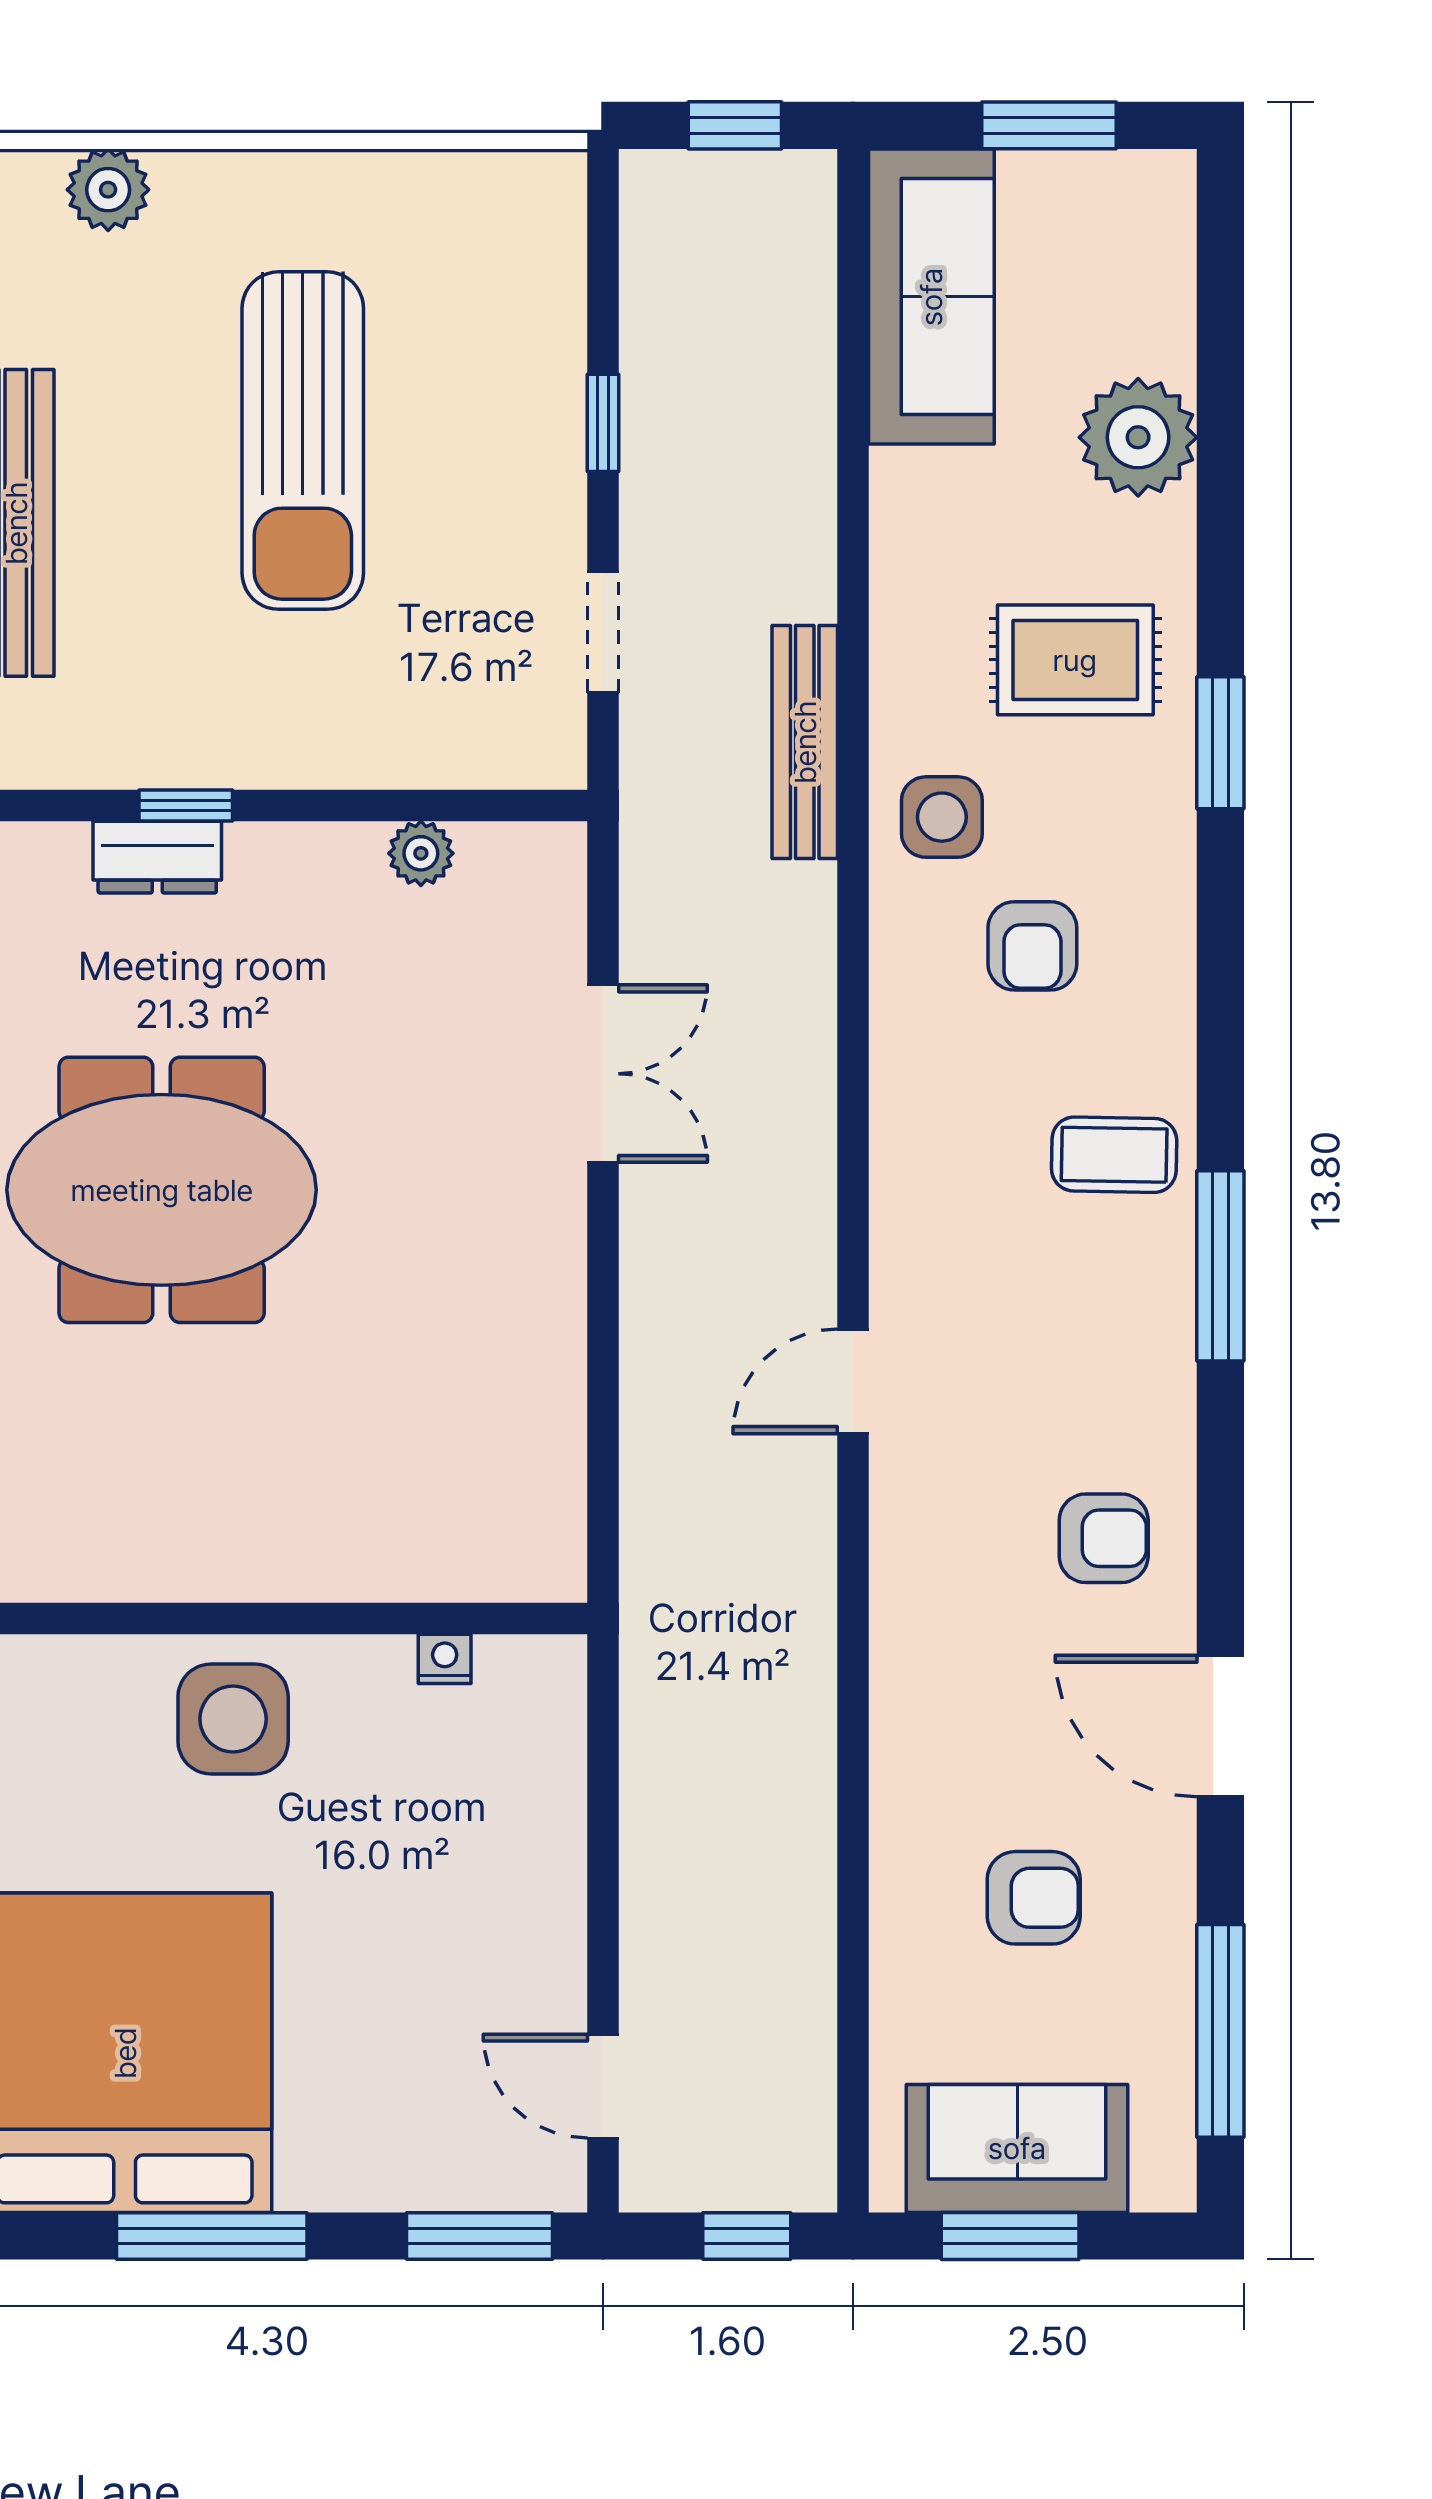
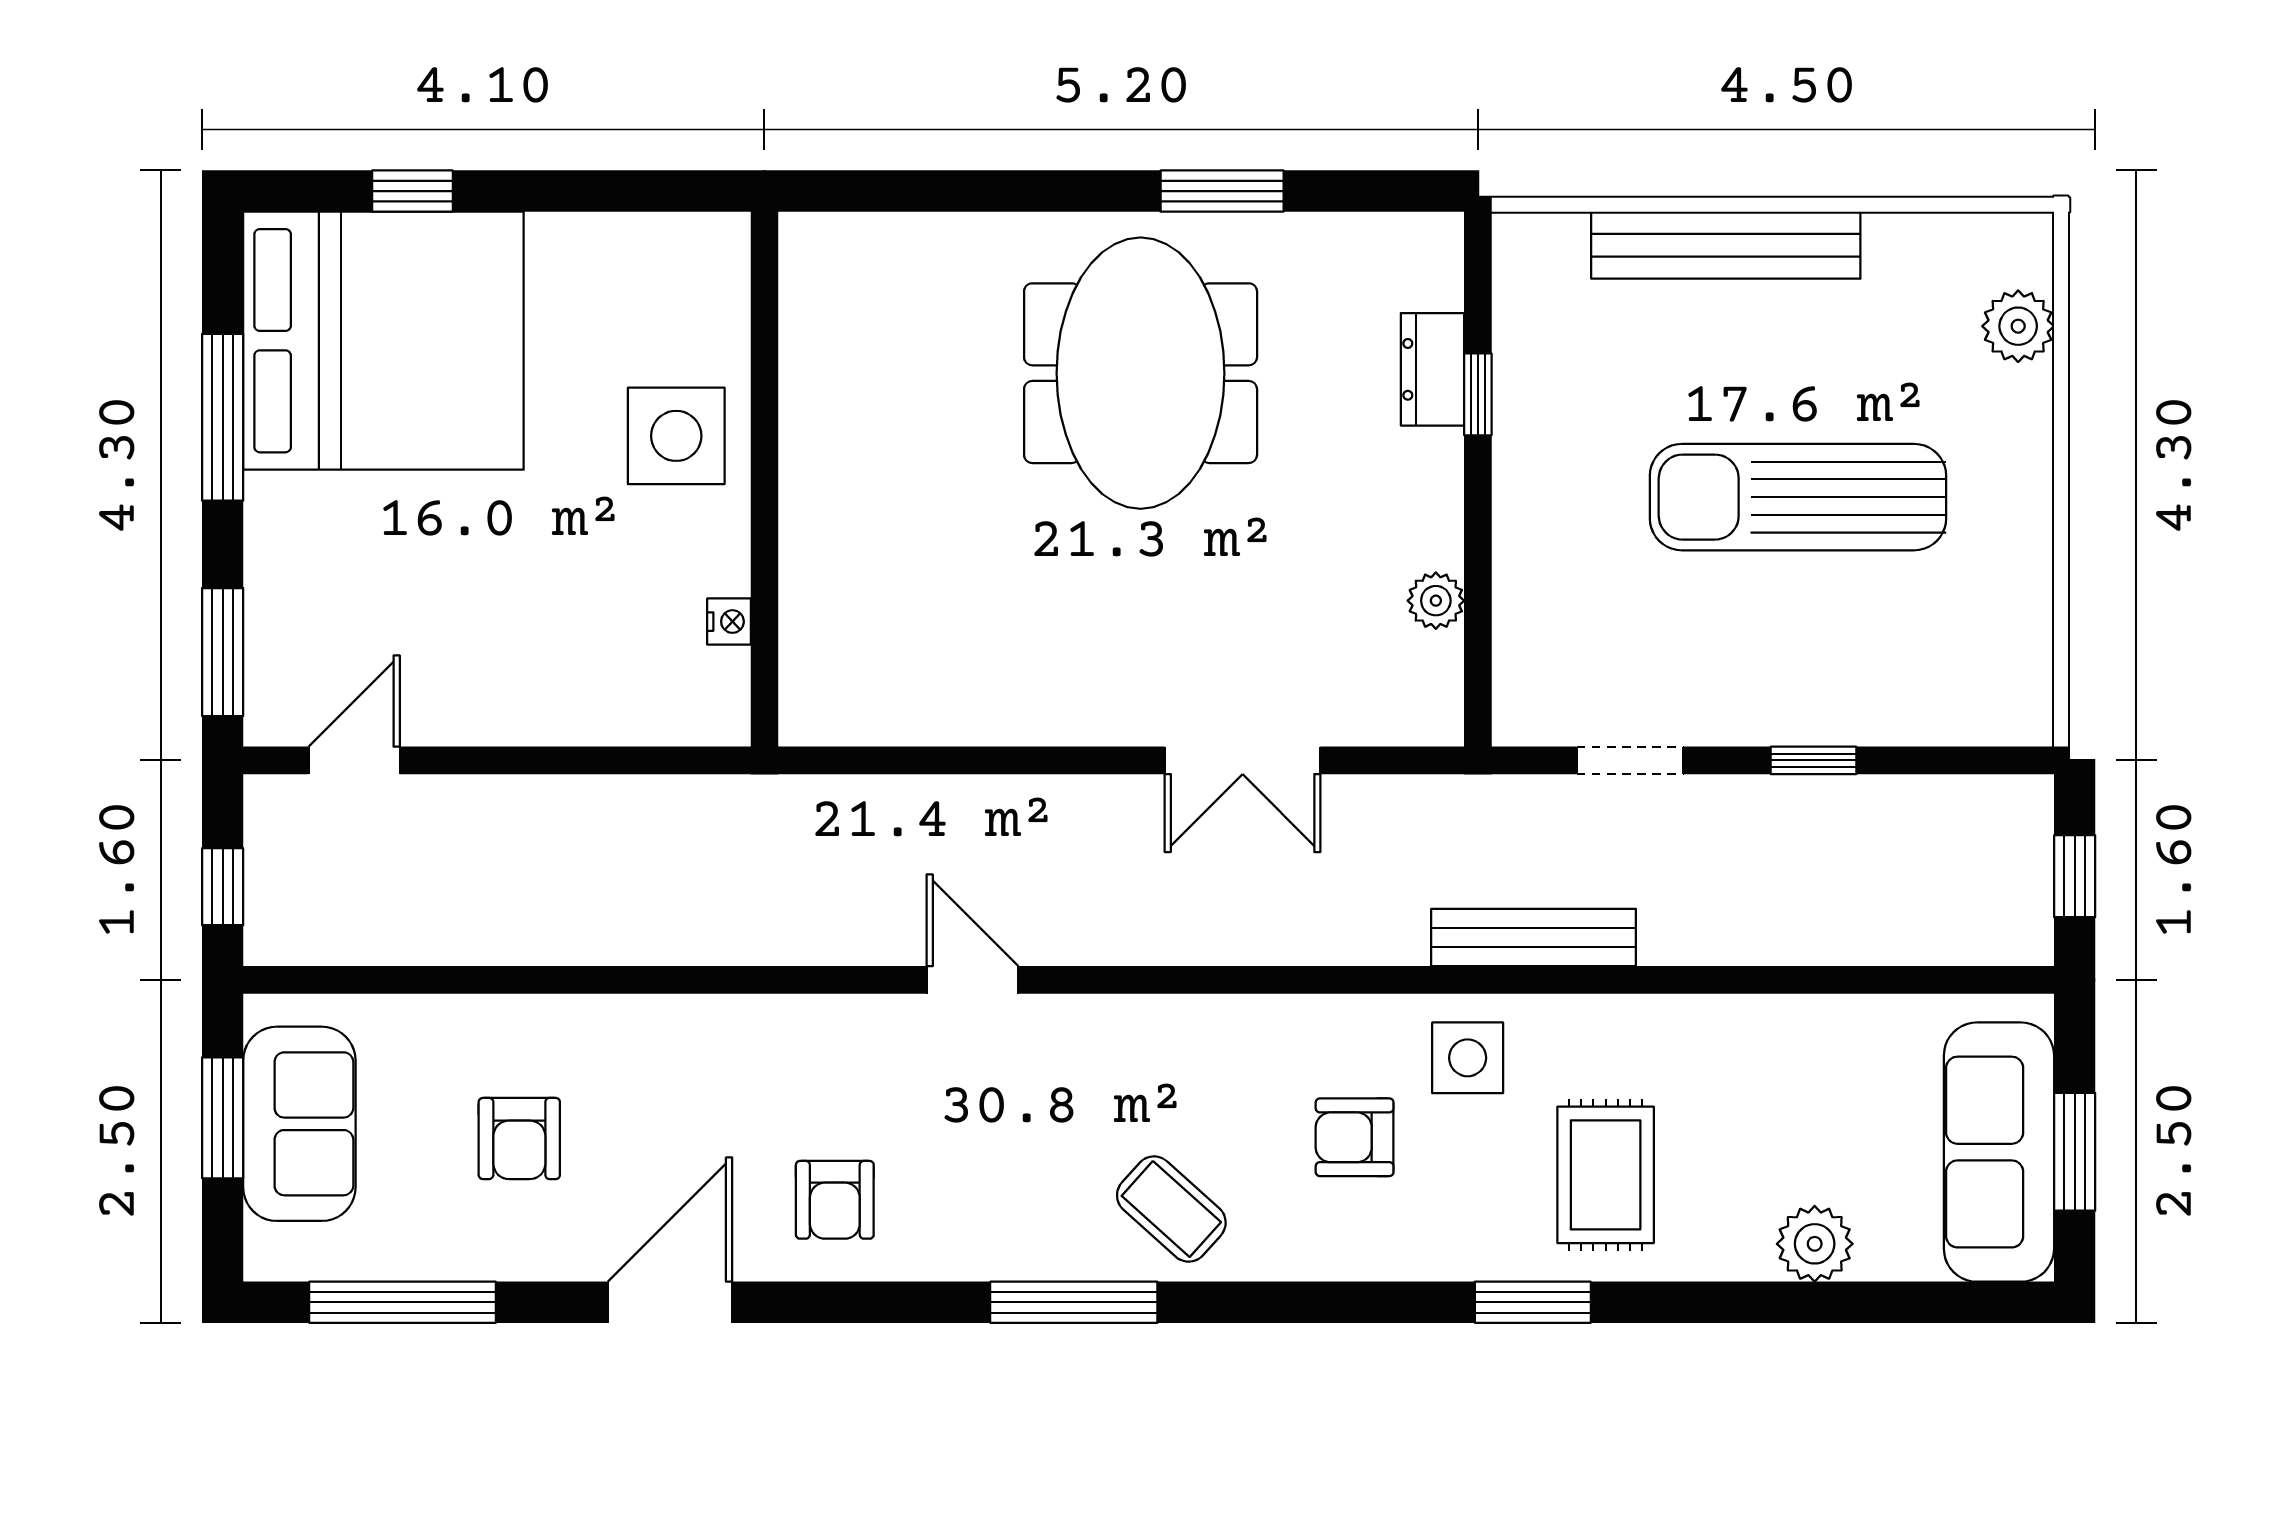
sofa: (931, 297) -> (1999, 1152), moved, turned 90
plant: (1138, 437) -> (1815, 1244), width x0.73, depth x0.73
coffee table: (1114, 1155) -> (1171, 1209), turned -49

